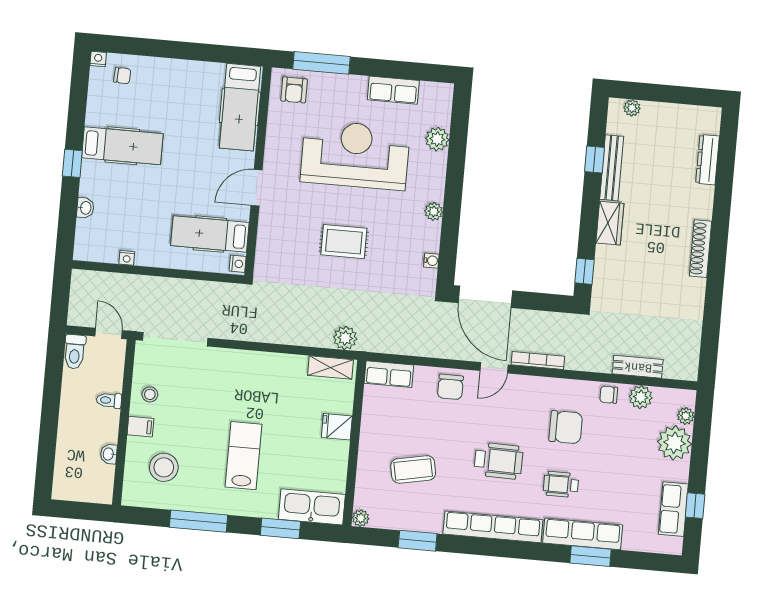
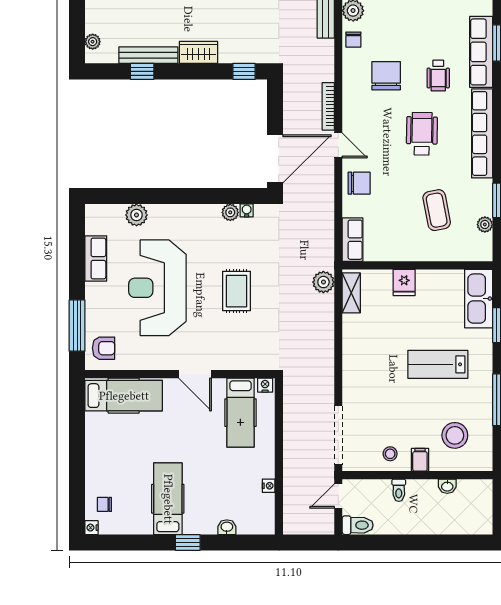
chair: (122, 76) -> (104, 504), turned -93
plant: (434, 211) -> (230, 212), moved
plant: (361, 518) -> (485, 224), moved

